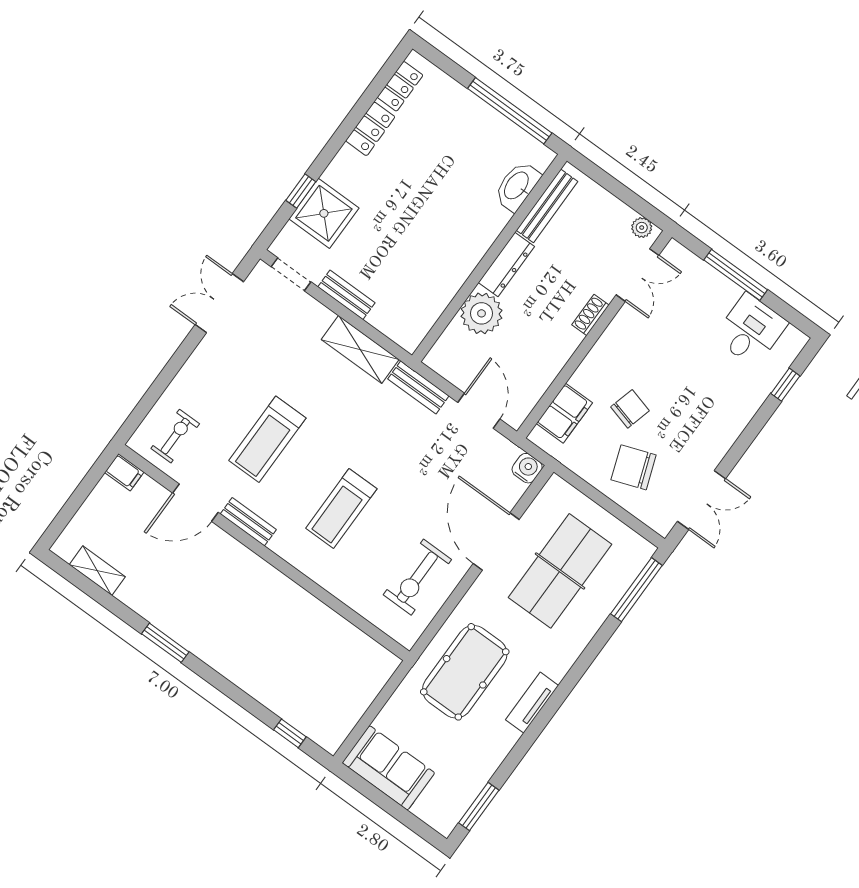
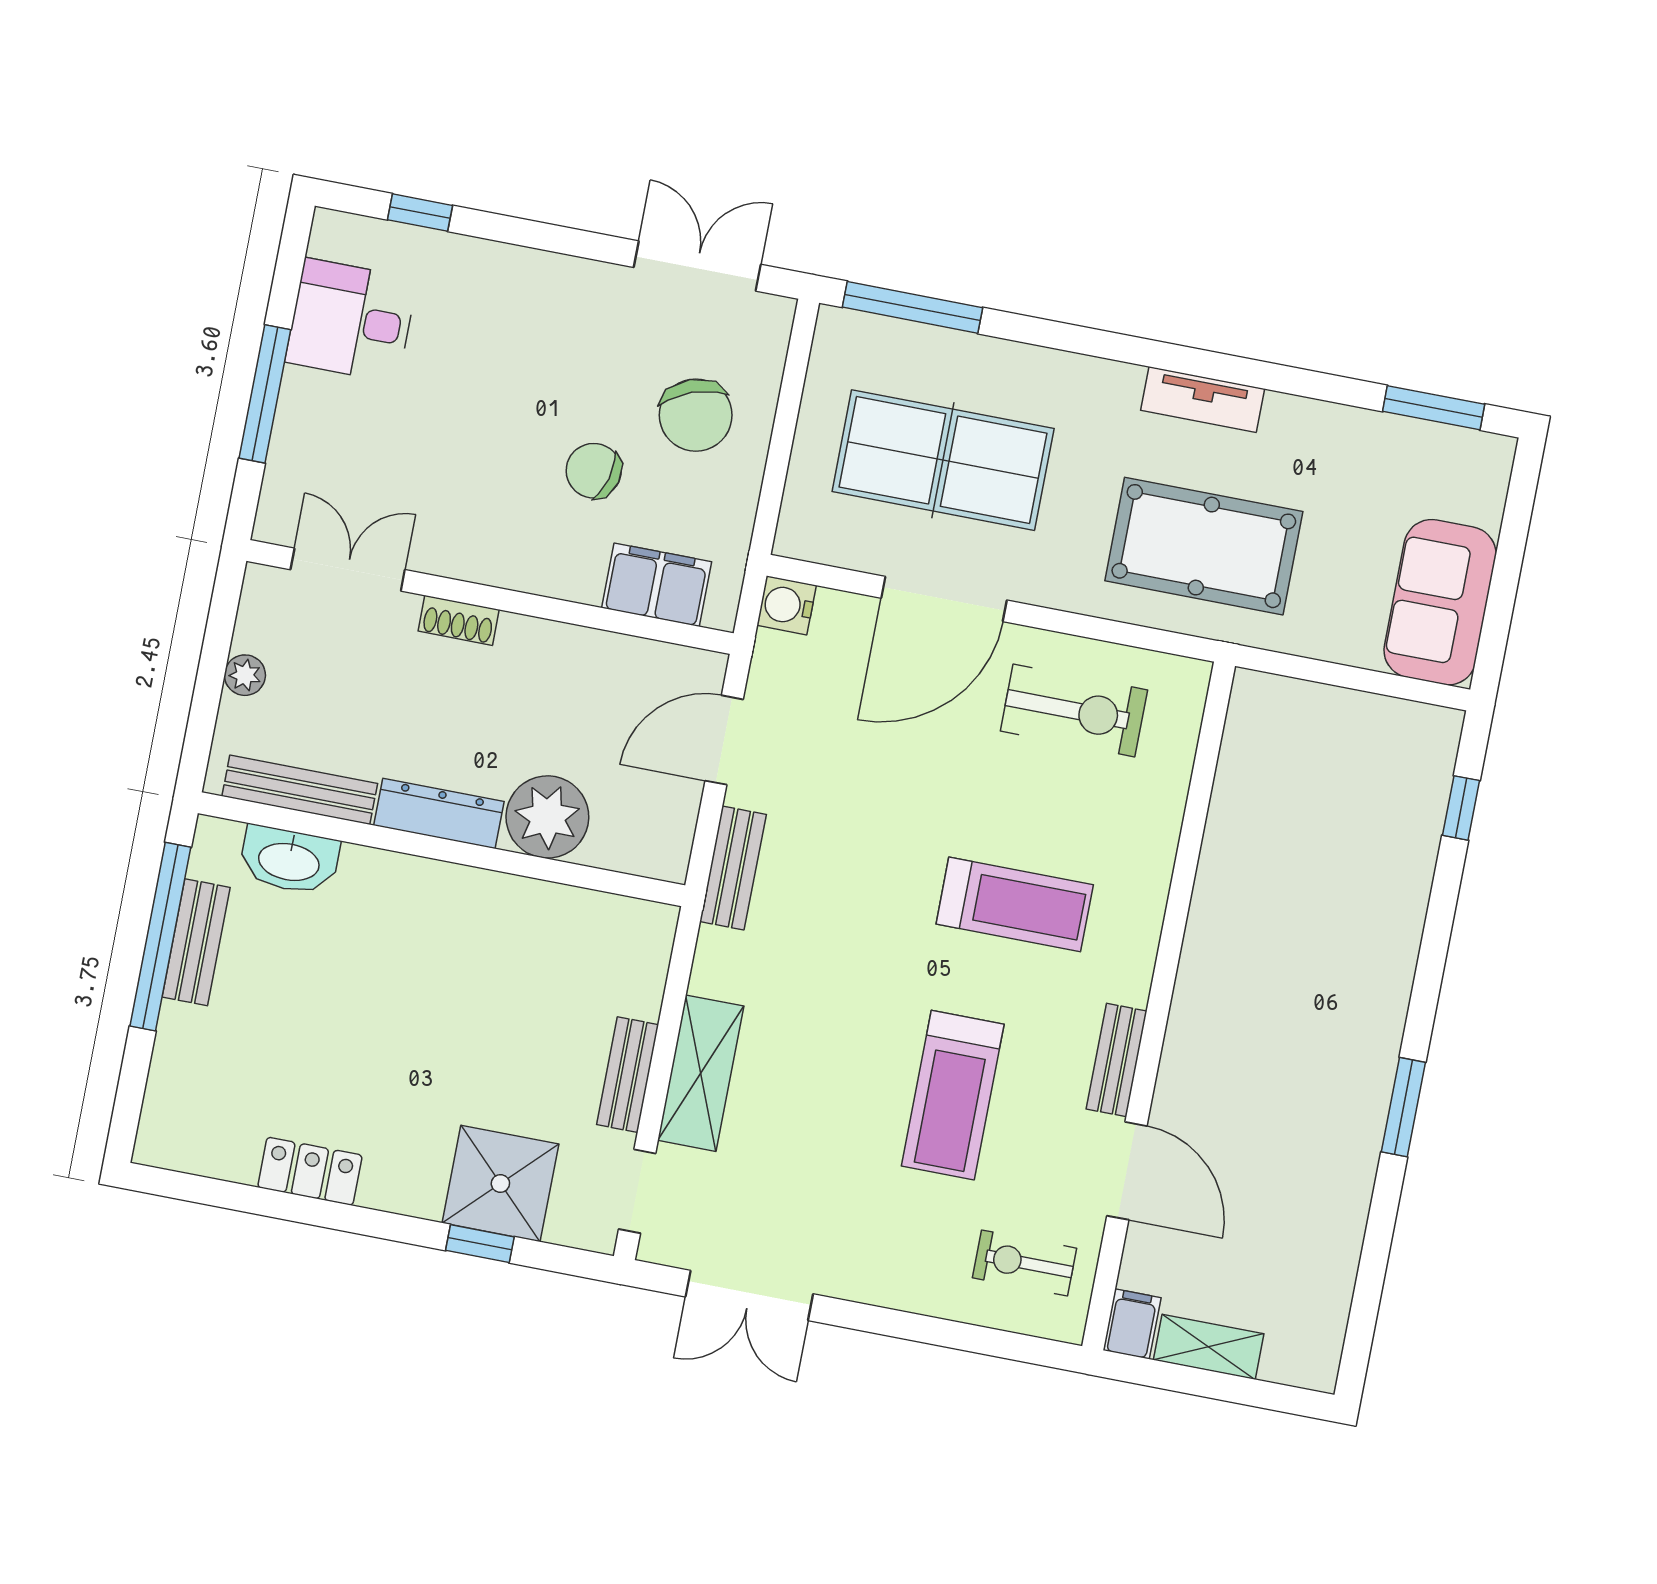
locker: (400, 86) -> (209, 1154), removed
bench: (499, 126) -> (196, 942), added
plant: (642, 228) -> (245, 675), moved
shelving: (360, 350) -> (701, 1073), moved
treadmill: (267, 439) -> (953, 1095), turned 90
shelving: (97, 571) -> (1209, 1347), moved, turned 90

